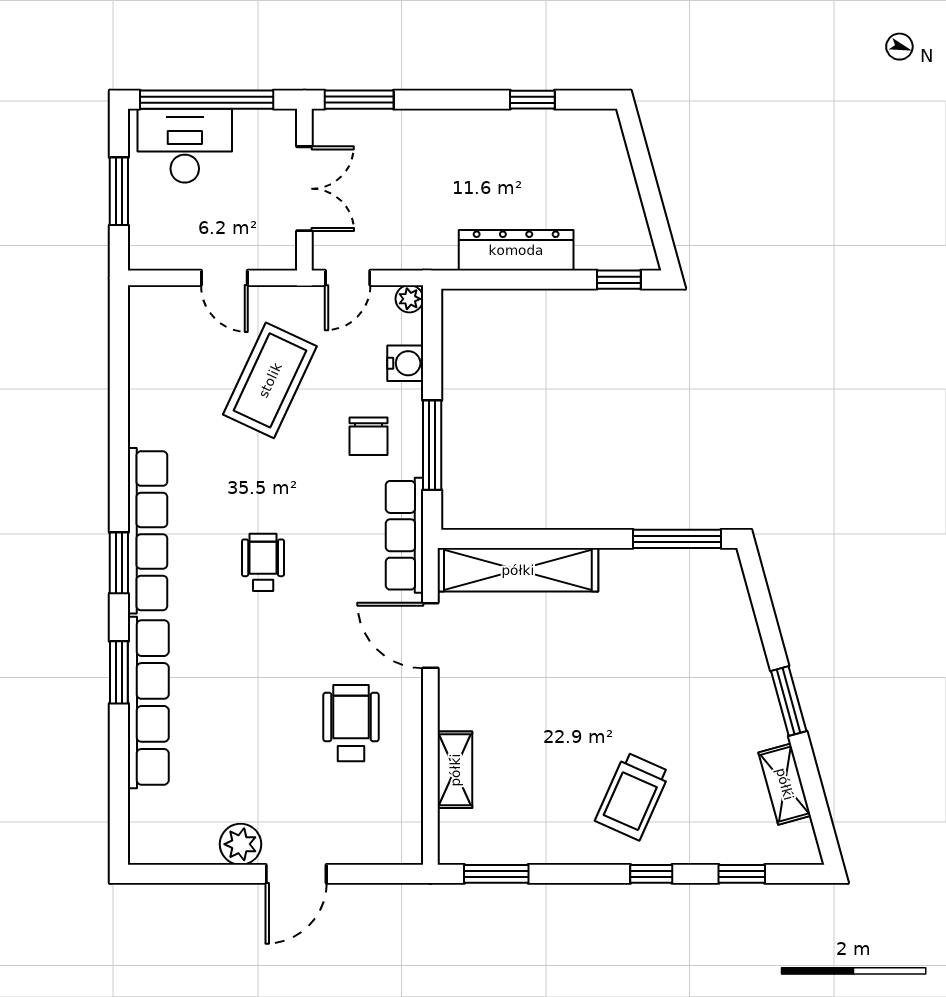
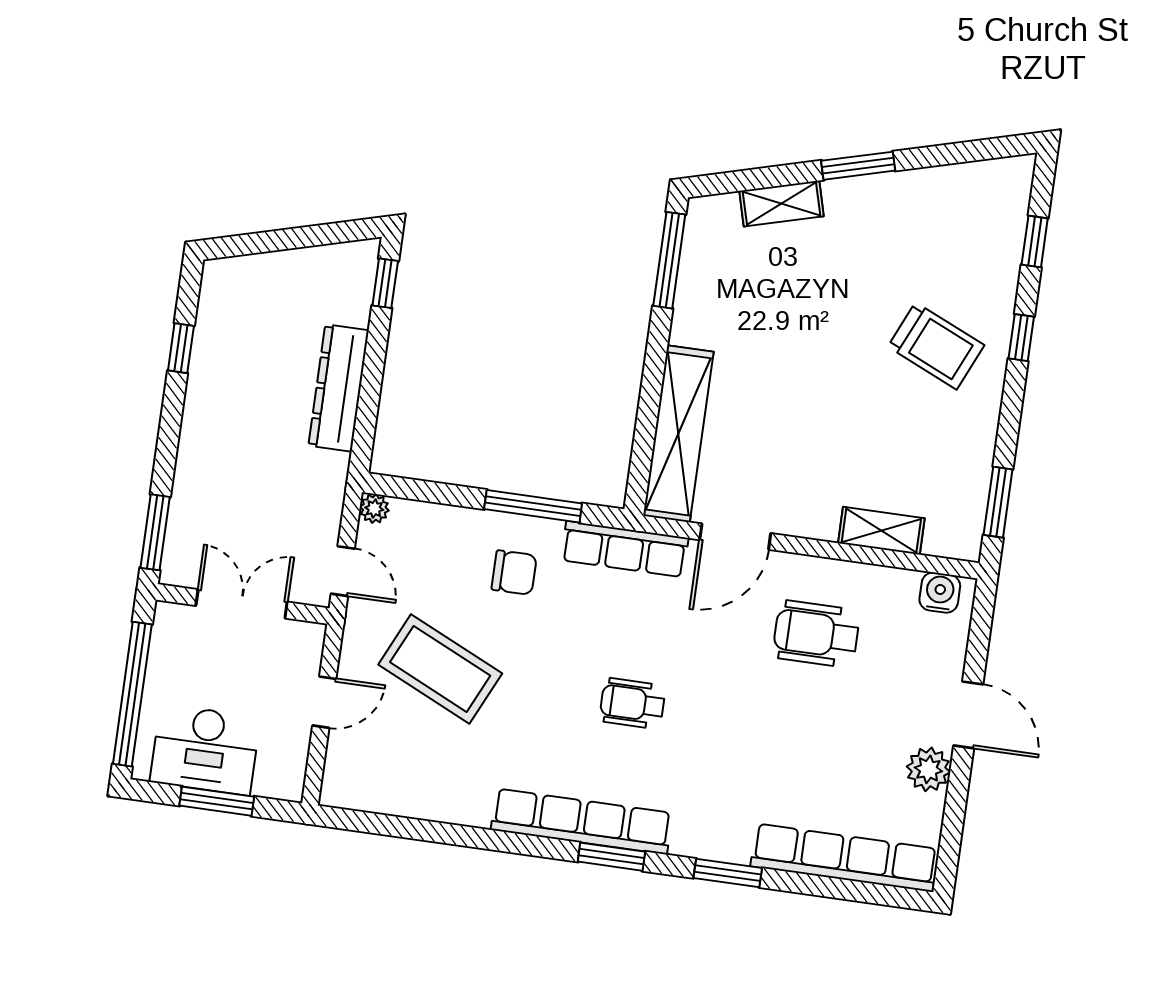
desk: (185, 146) -> (205, 750), moved, turned -90
water cooler: (405, 363) -> (940, 593), moved
row of seats: (148, 702) -> (844, 858), moved
shelving: (785, 784) -> (781, 204), moved

